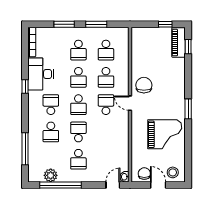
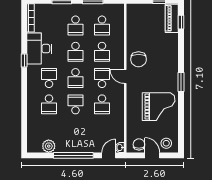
chair: (144, 85) -> (139, 59), turned 180
window: (25, 149) -> (24, 121), removed
school desk: (78, 159) -> (102, 104), moved
window: (61, 185) -> (73, 155), moved

